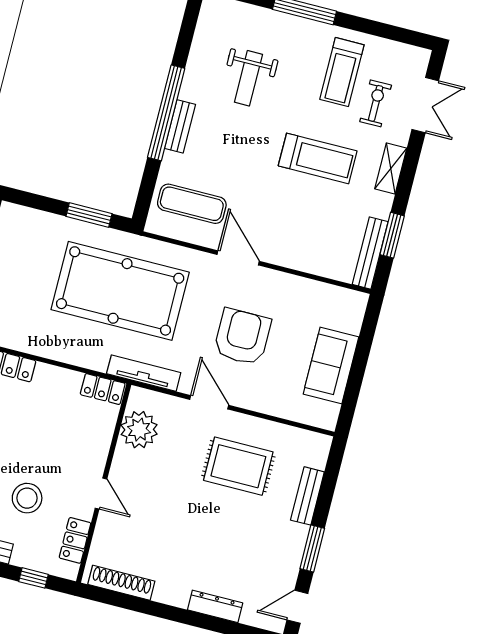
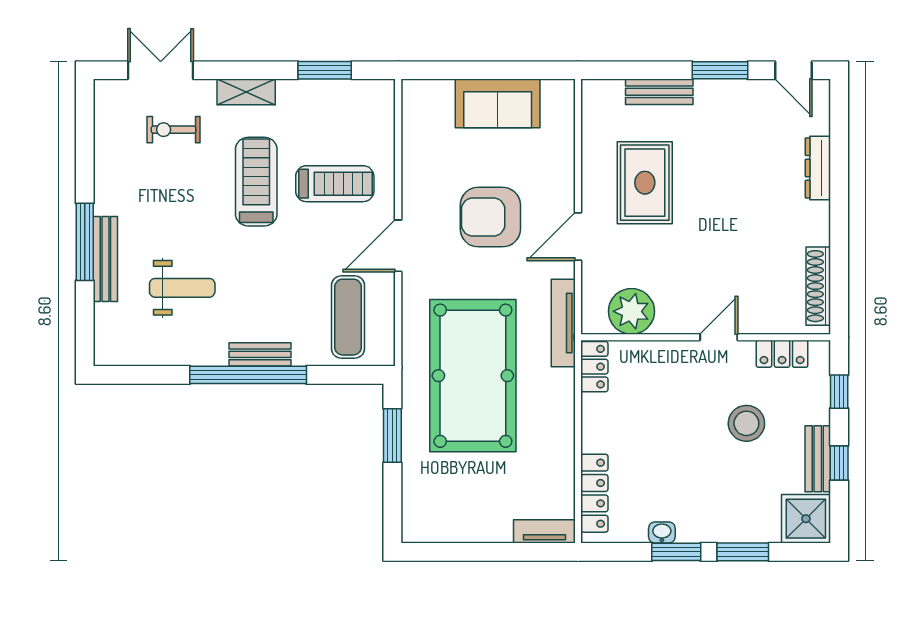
treadmill: (342, 72) -> (335, 184), moved
bench: (370, 253) -> (105, 259), moved, turned 90

